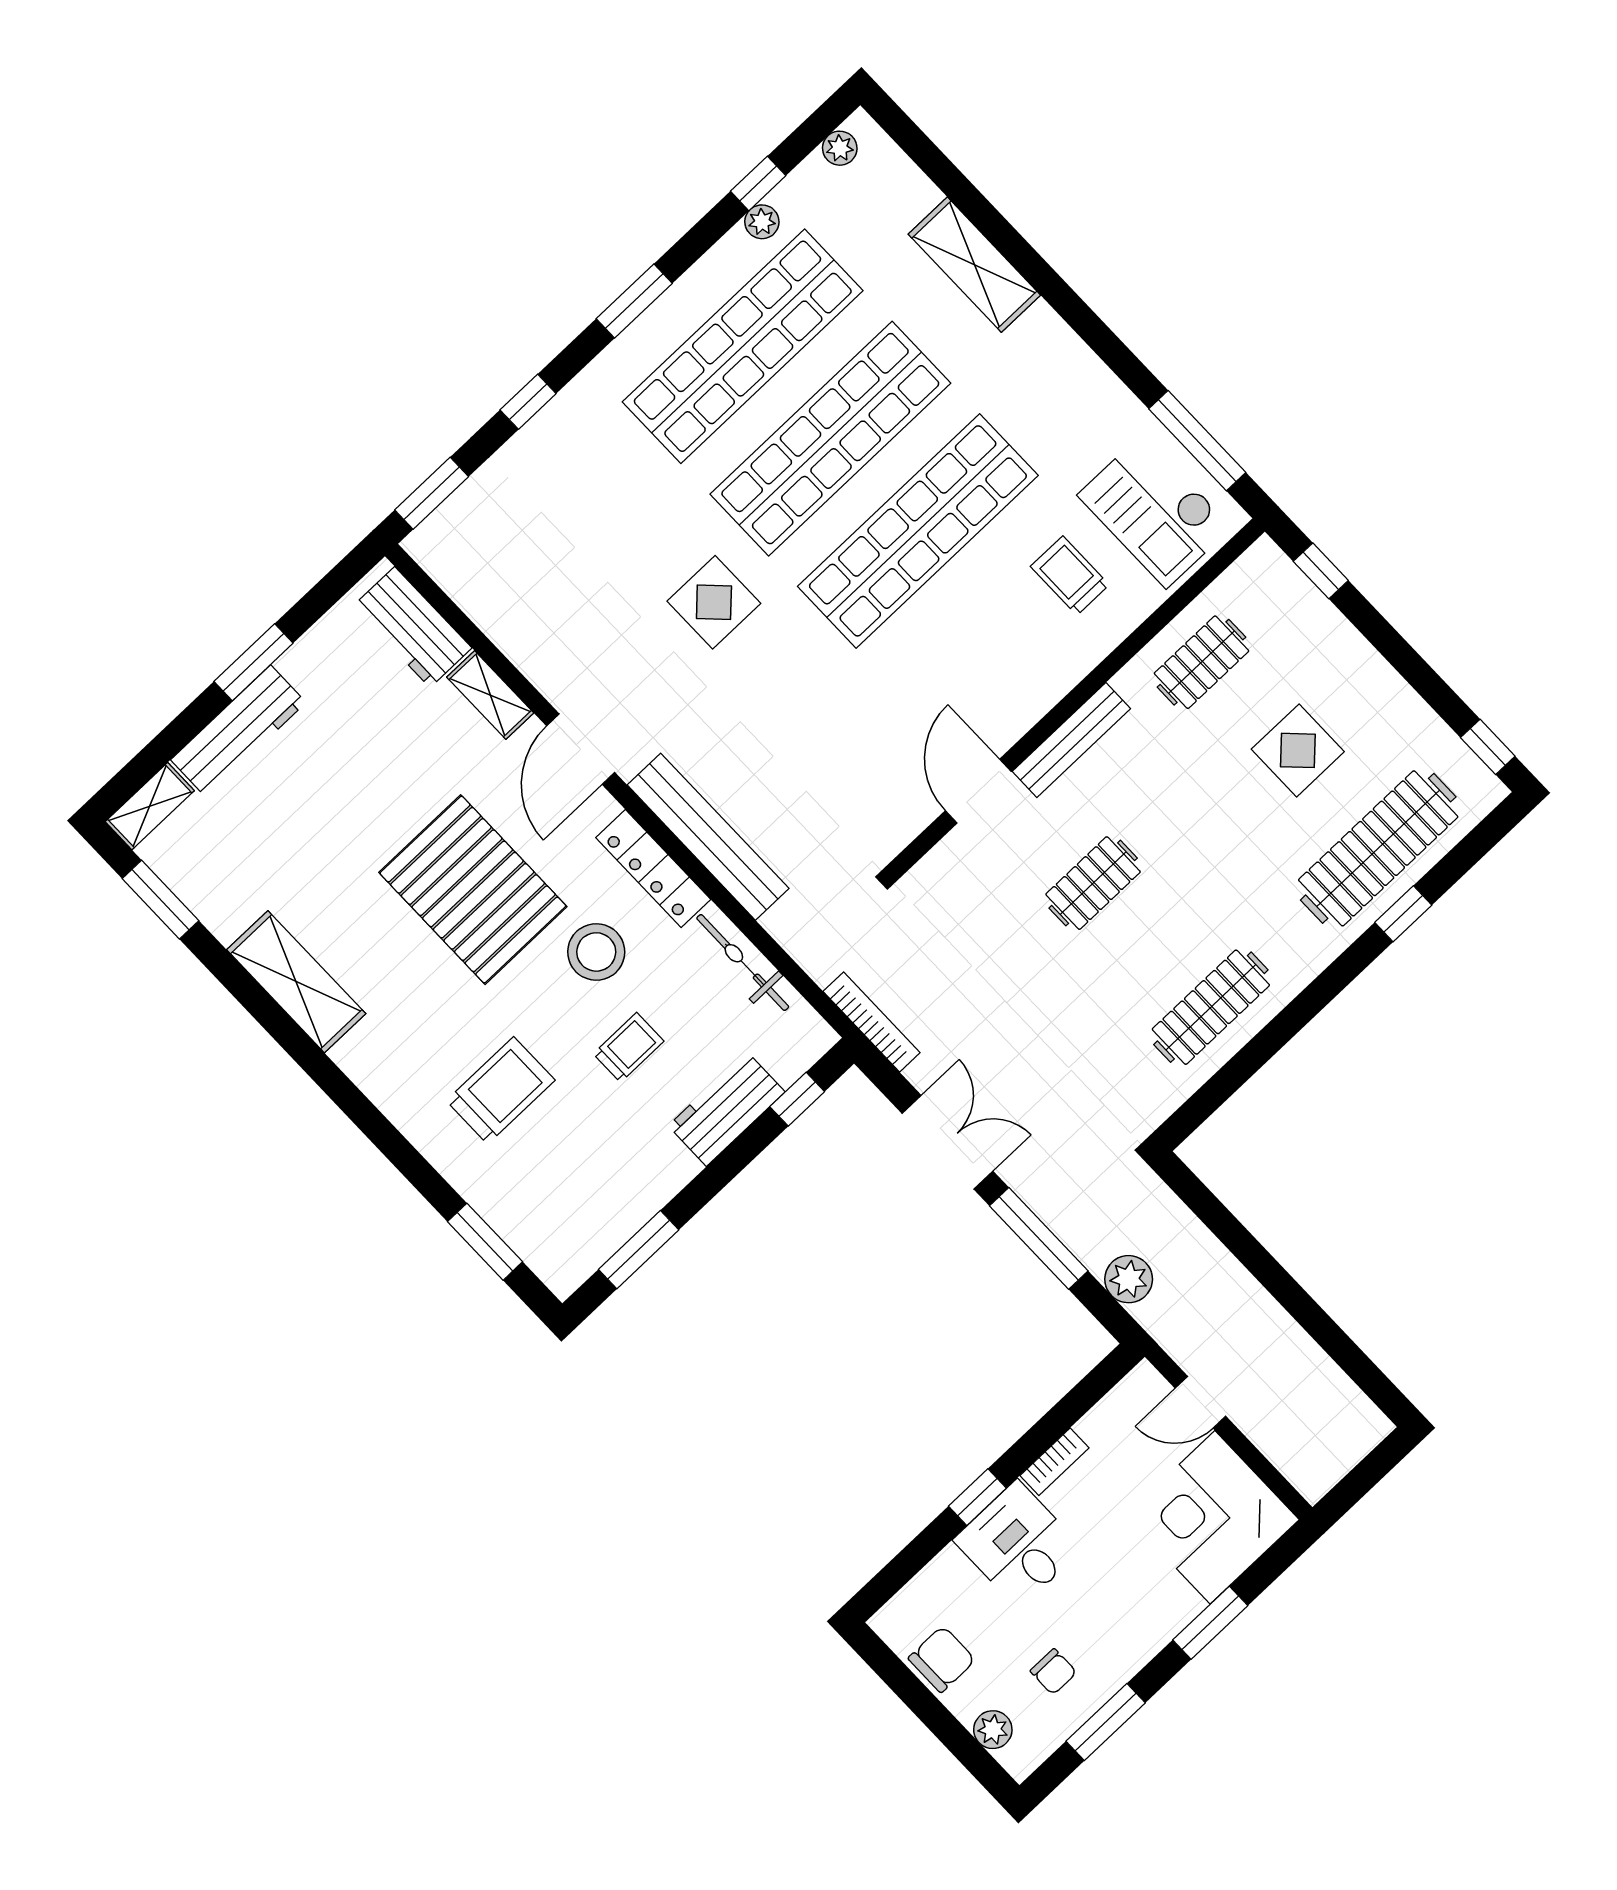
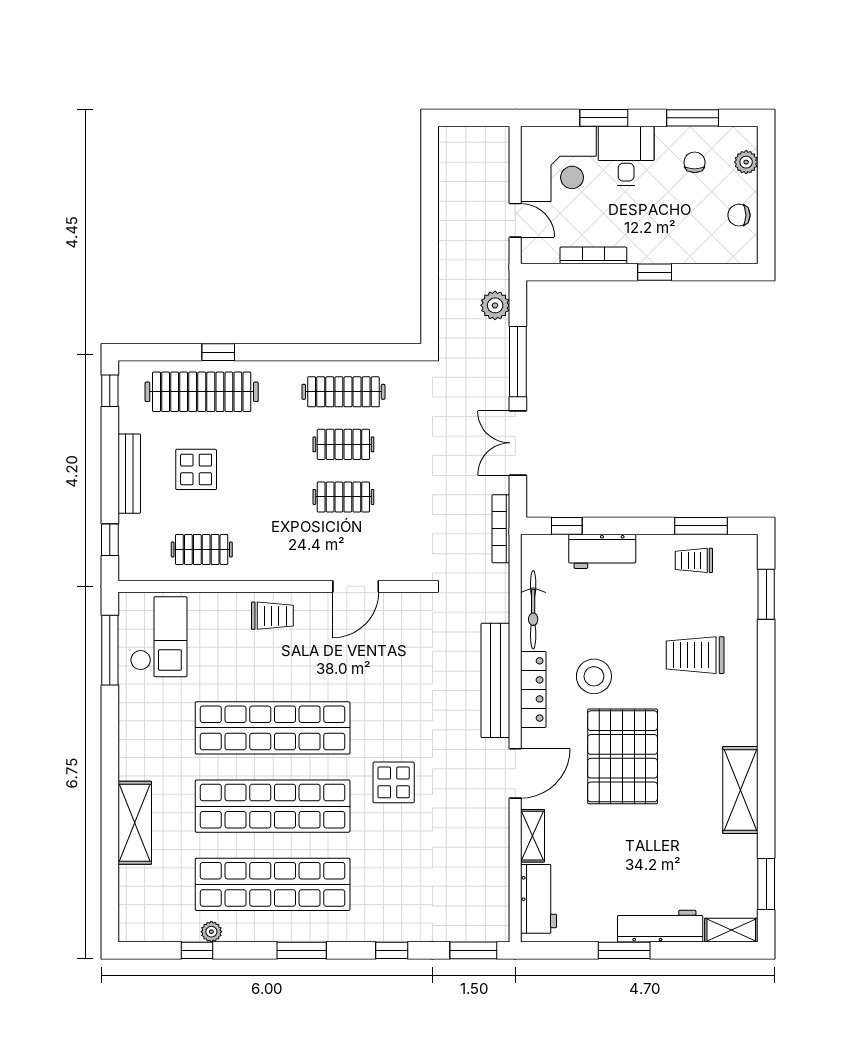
plant: (840, 148) -> (146, 932), removed
trolley: (1070, 576) -> (272, 616), moved, turned -90
bench: (1071, 740) -> (129, 474), moved, turned 90
clothes rail: (1152, 945) -> (343, 444), added
trolley: (629, 1047) -> (694, 560), moved
bookcase: (1055, 1462) -> (593, 255), width x1.56
desk: (1018, 1544) -> (626, 156), moved, turned 180
chair: (942, 1659) -> (739, 215), width x0.73, depth x0.73

